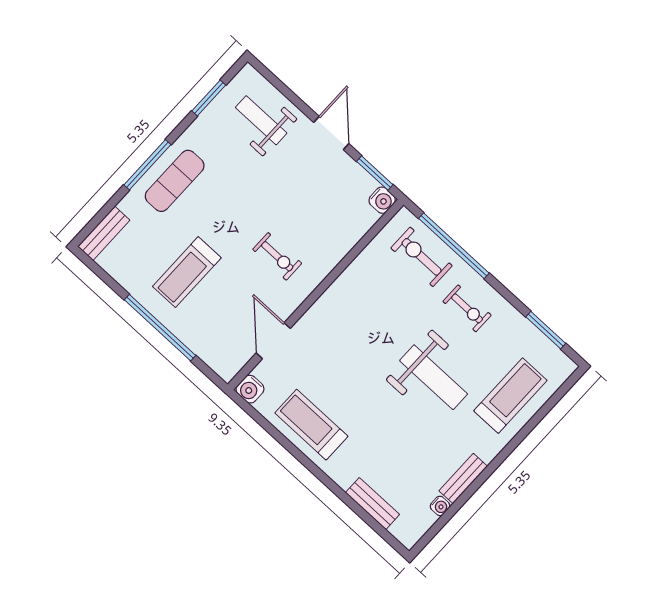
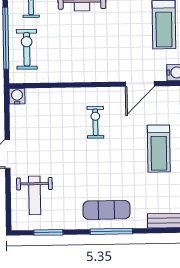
window: (375, 173) -> (7, 113), removed
exercise bike: (422, 257) -> (27, 49), turned 180
treadmill: (187, 272) -> (159, 149), moved, turned 90

